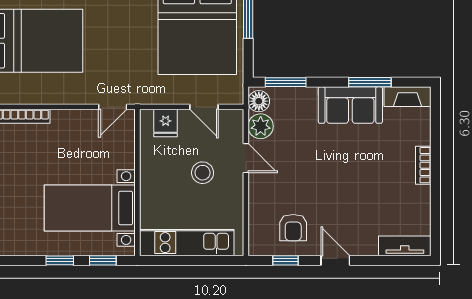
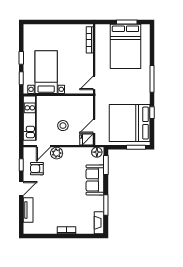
sofa: (350, 105) -> (95, 180), moved
door: (113, 107) -> (94, 83), hinge flipped
fridge: (166, 123) -> (86, 139), moved
plant: (261, 126) -> (57, 153), moved
door: (246, 158) -> (43, 146), moved
tv unit: (405, 246) -> (28, 210), moved

